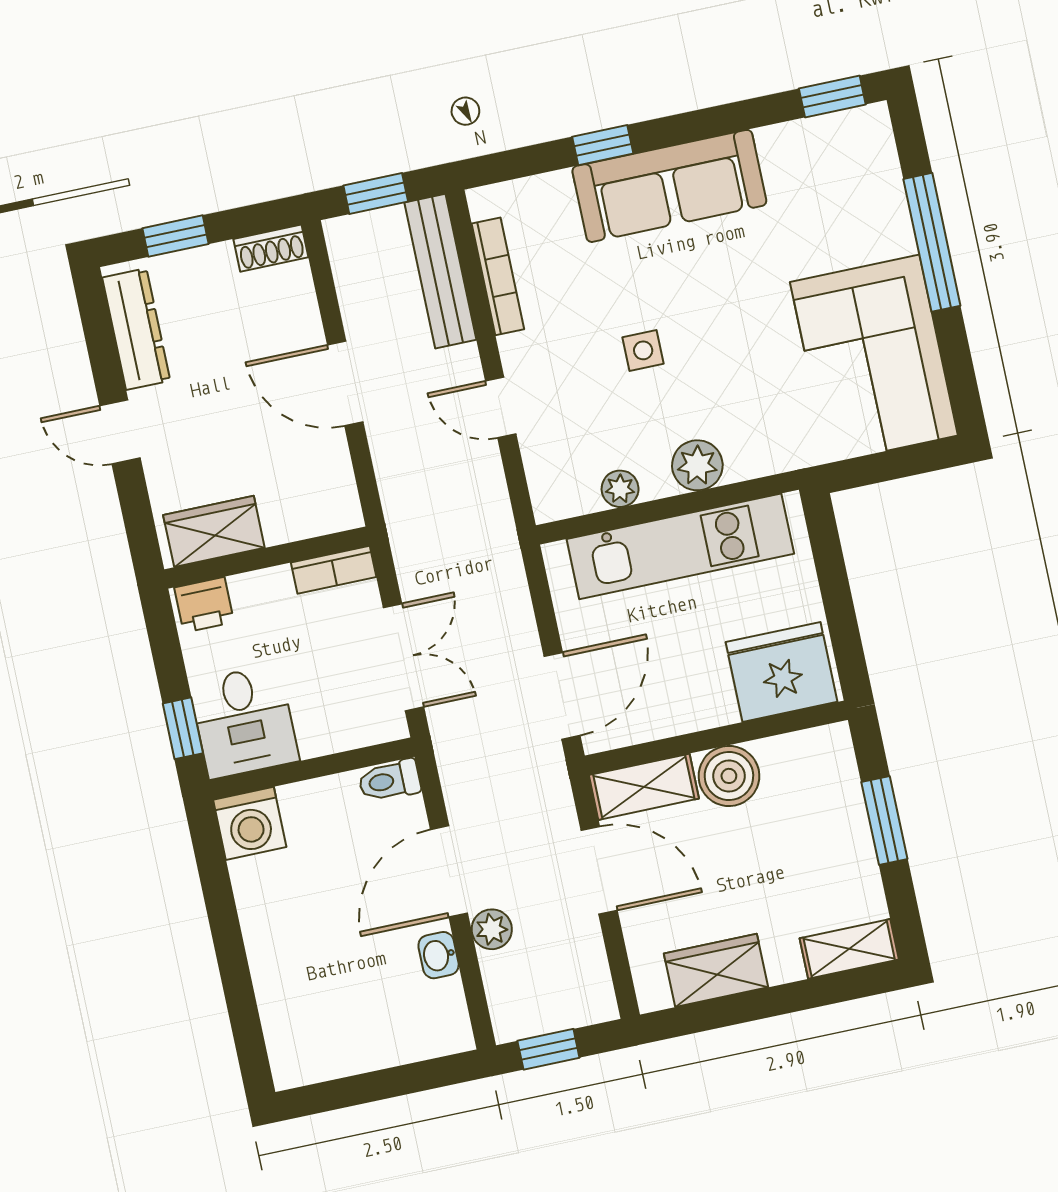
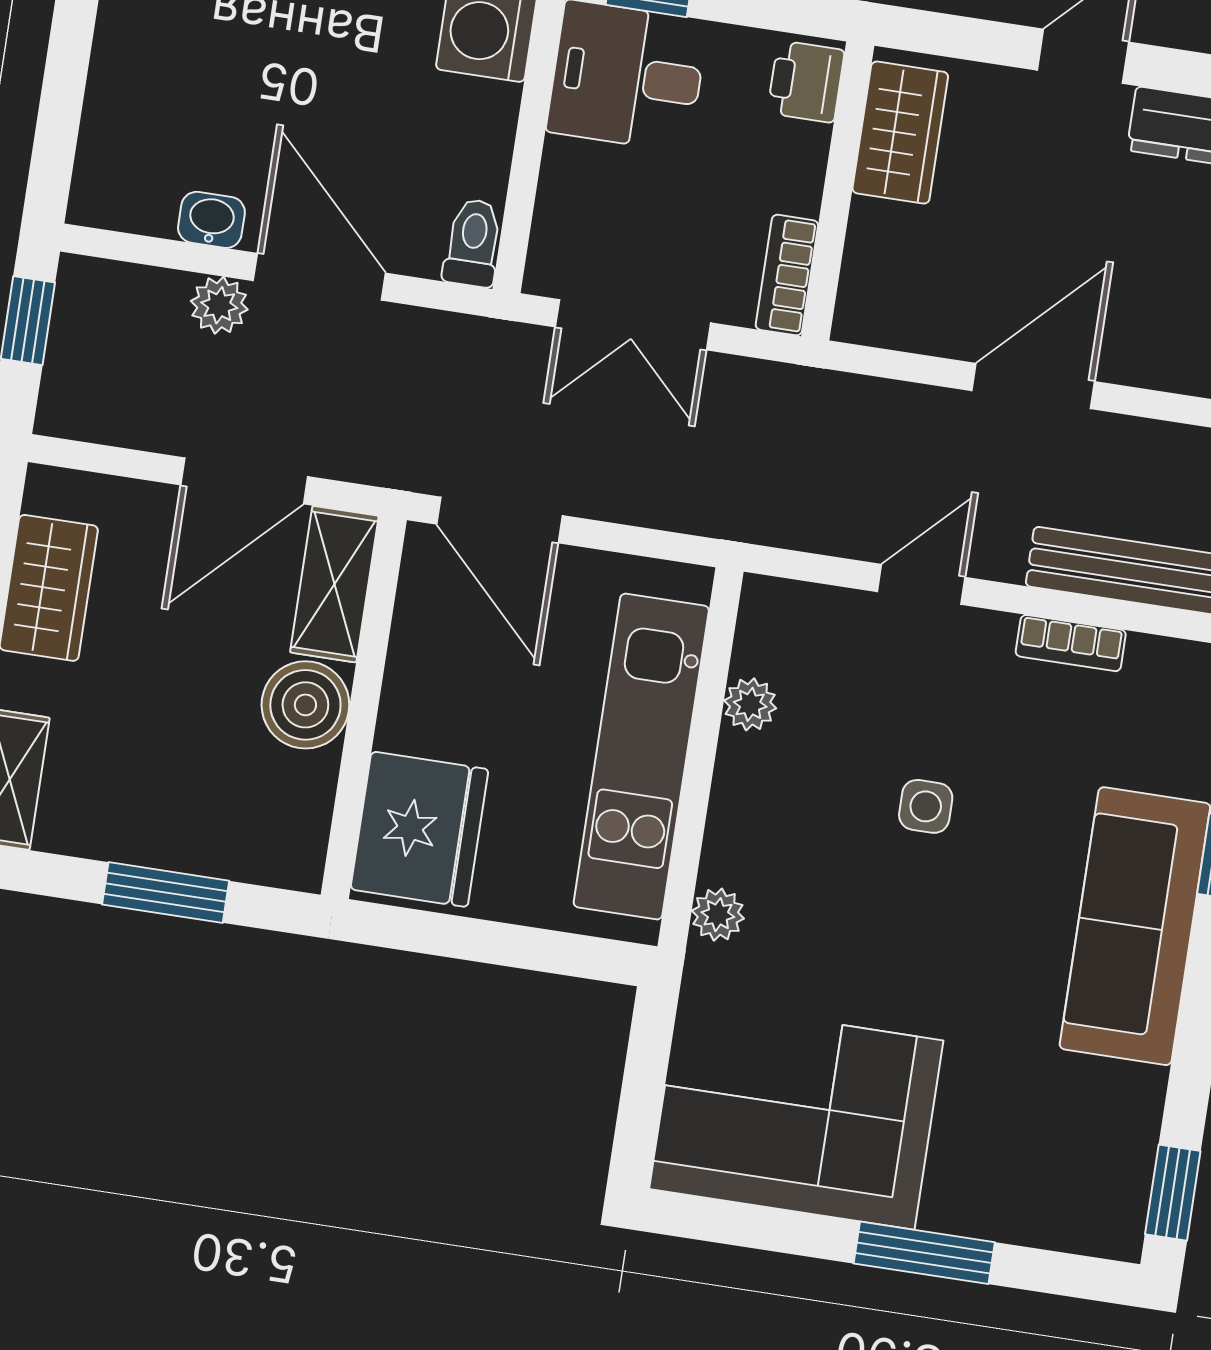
window: (932, 242) -> (924, 1253), width x0.69
bookcase: (498, 276) -> (1071, 643), width x0.64
plant: (697, 465) -> (718, 915), moved, width x0.73, depth x0.73

